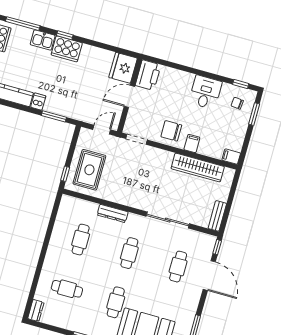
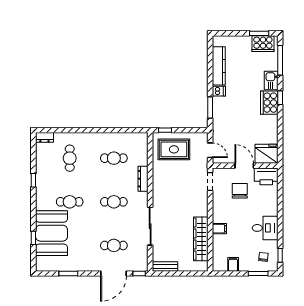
chair: (171, 131) -> (240, 191), moved
filing cabinet: (231, 157) -> (233, 264), moved

